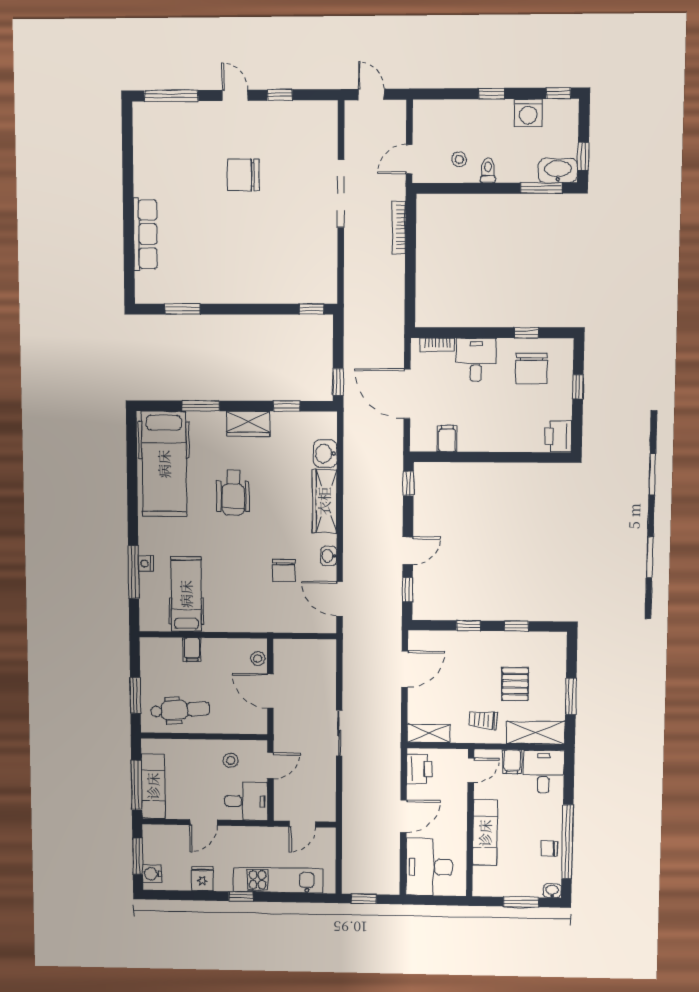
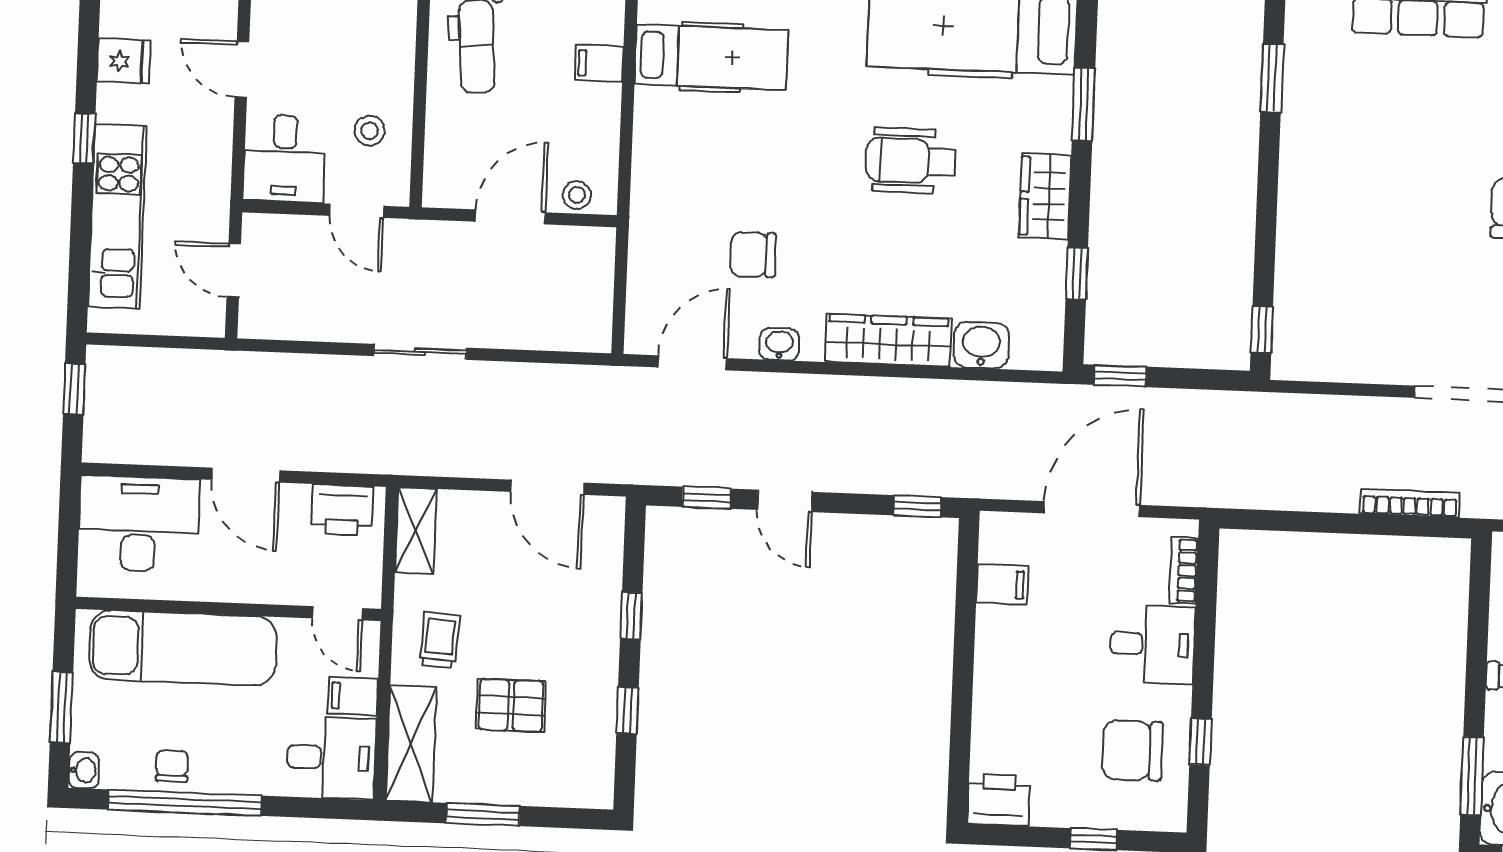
exam couch: (485, 833) -> (183, 648), width x1.36, depth x1.45

